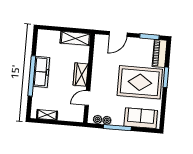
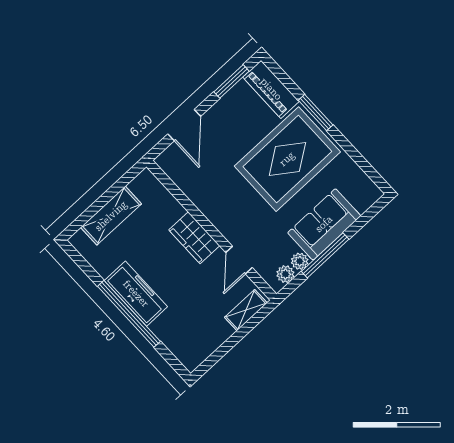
shelving: (75, 38) -> (111, 216), moved
shelving: (47, 115) -> (246, 310), moved
sofa: (141, 118) -> (324, 224), moved

